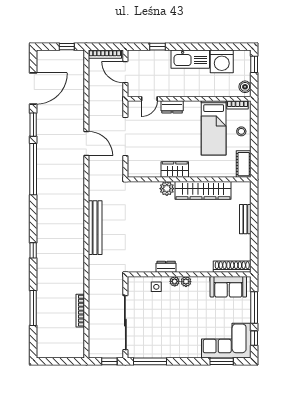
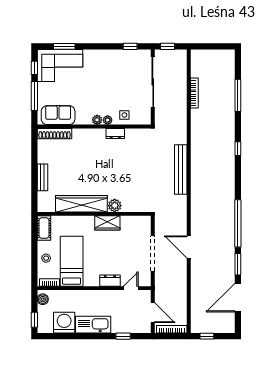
window: (150, 361) -> (130, 46), width x0.46

